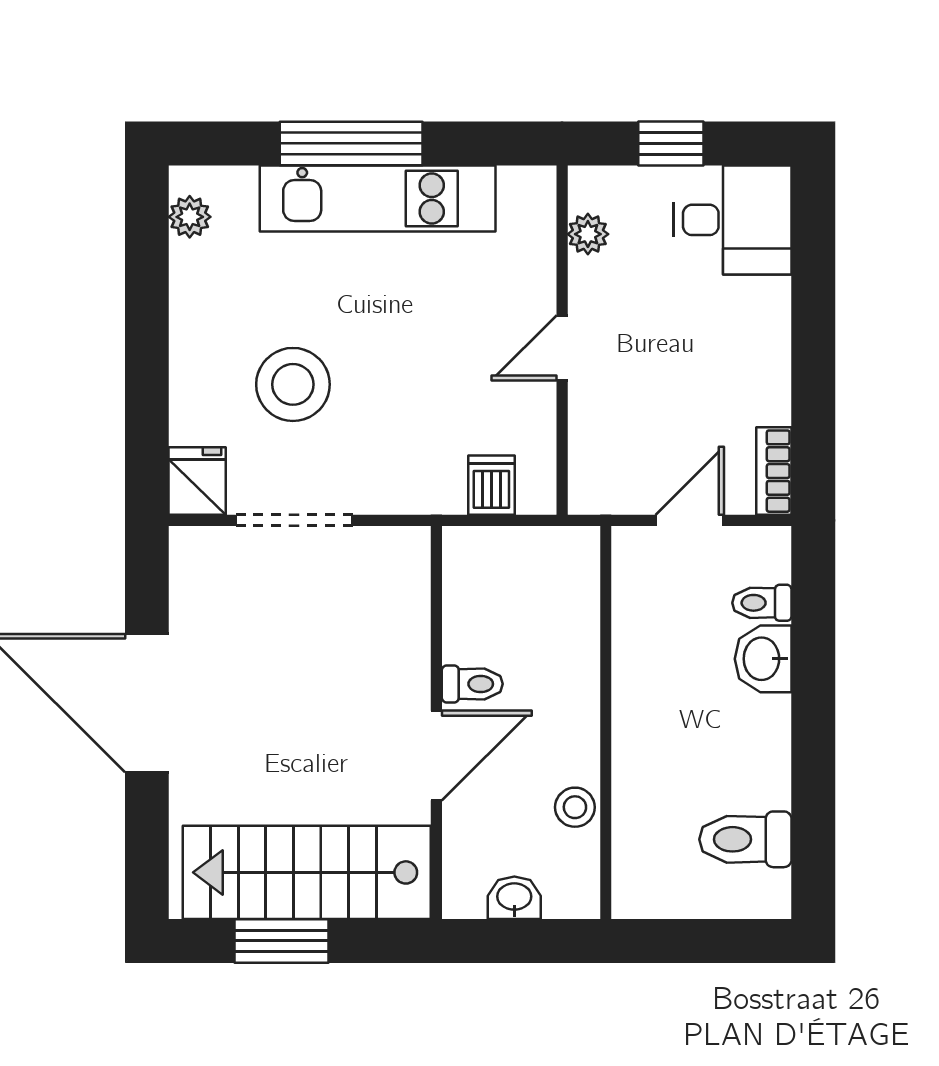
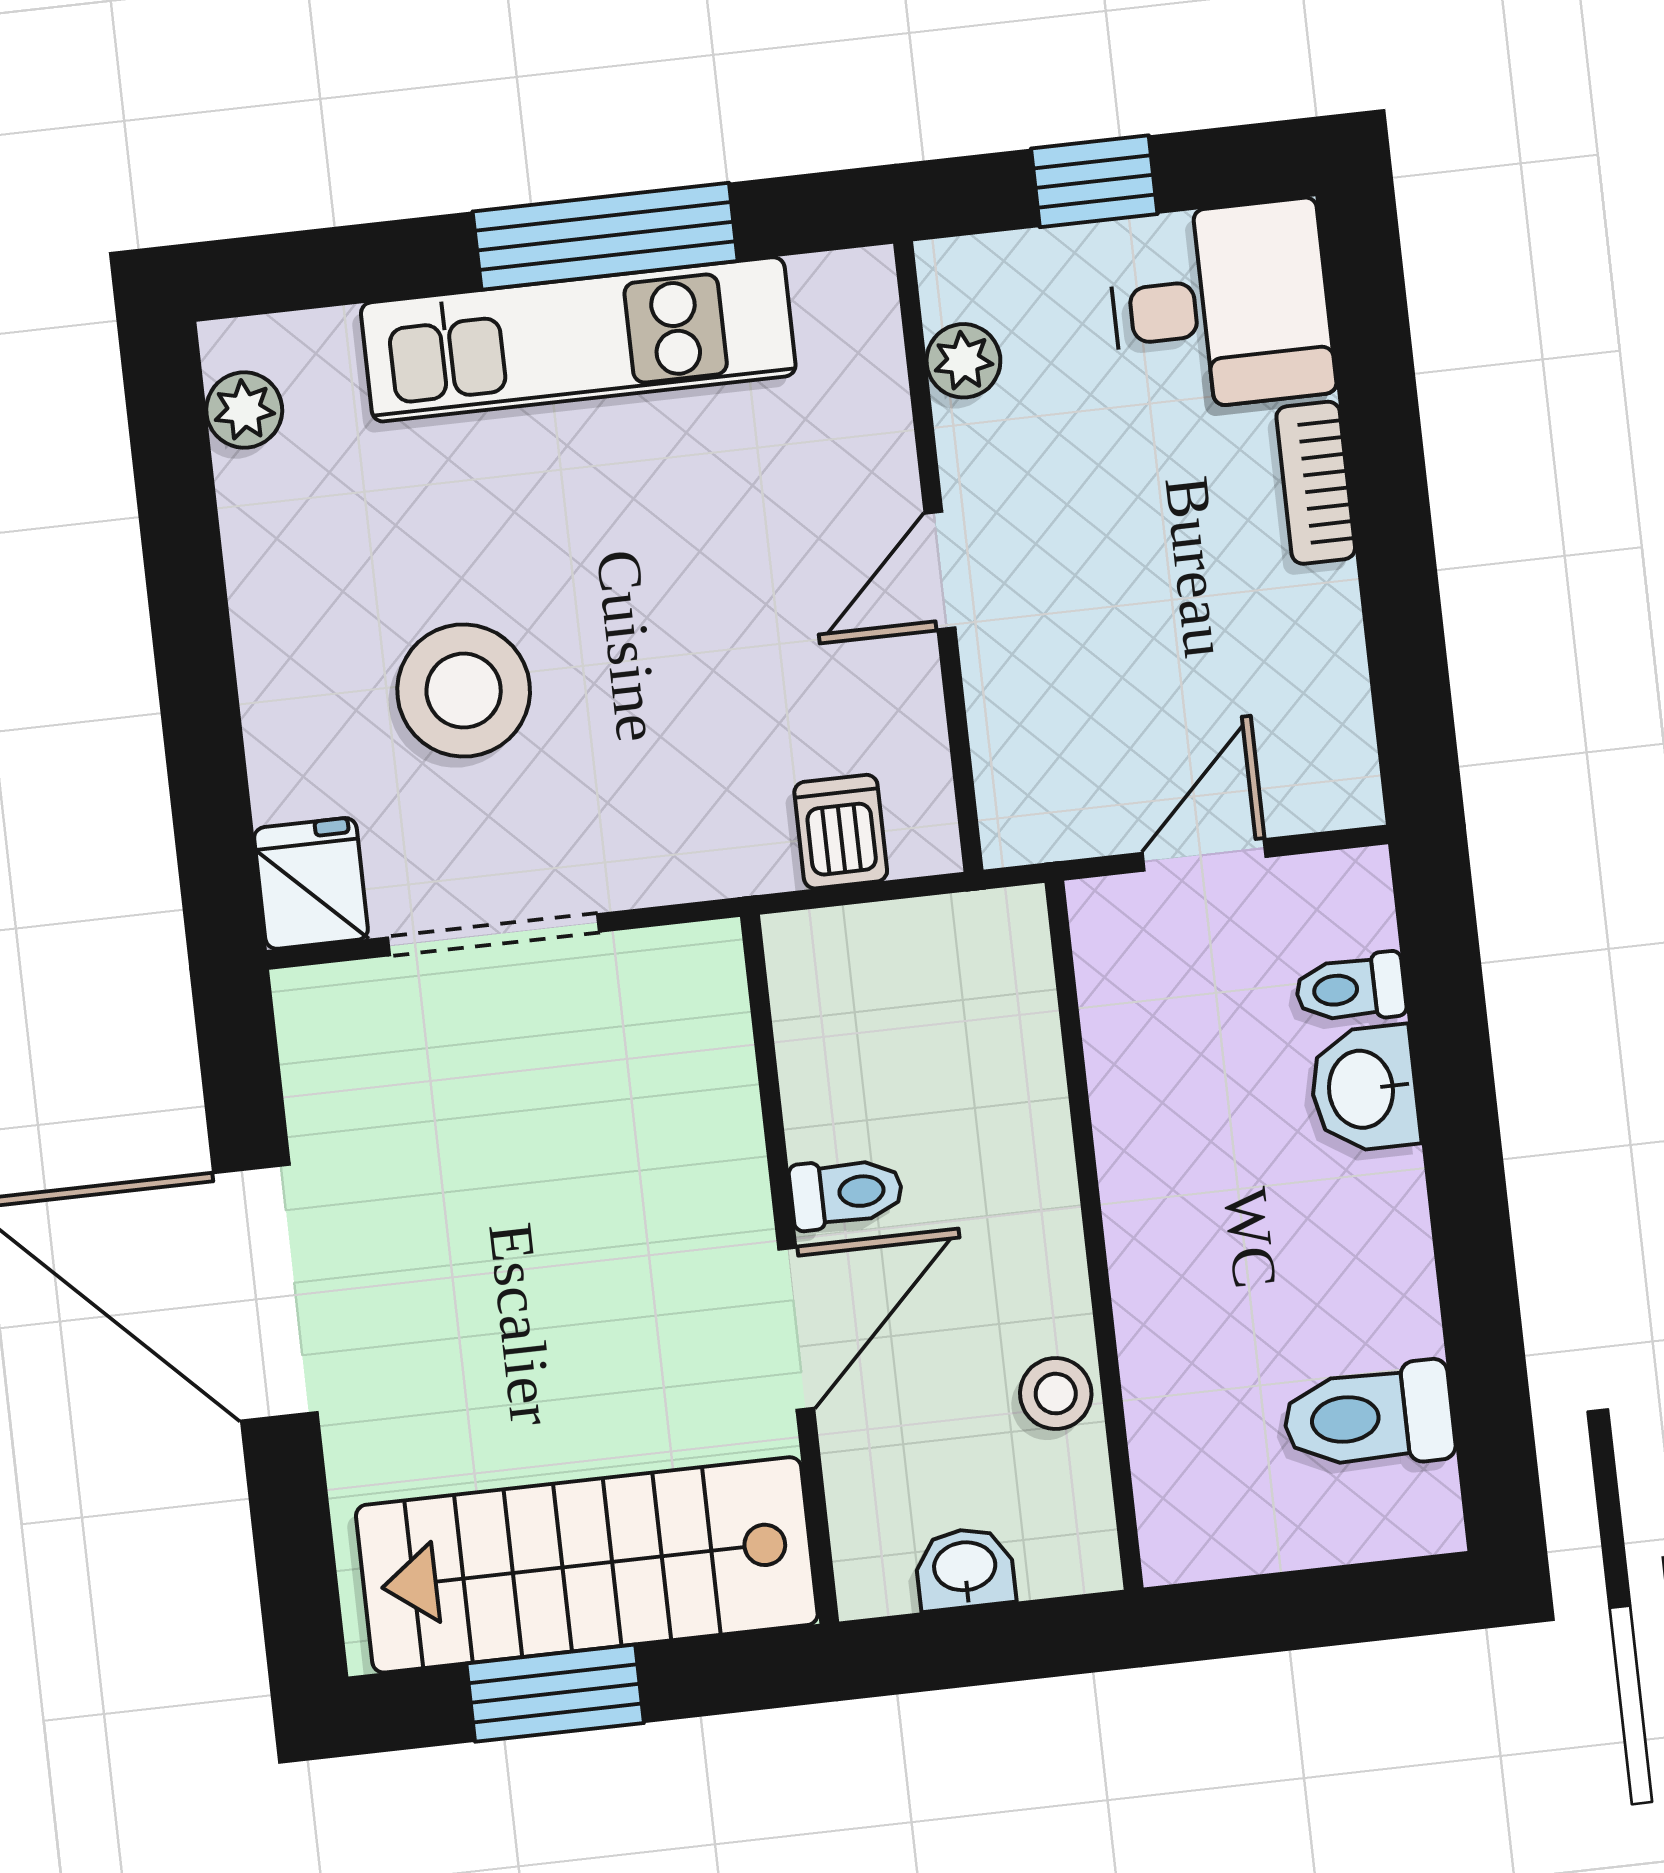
window: (351, 143) -> (605, 236), moved
bookcase: (774, 471) -> (1316, 483), moved

